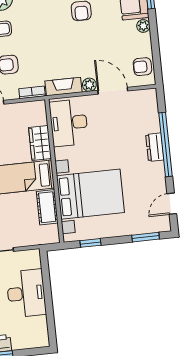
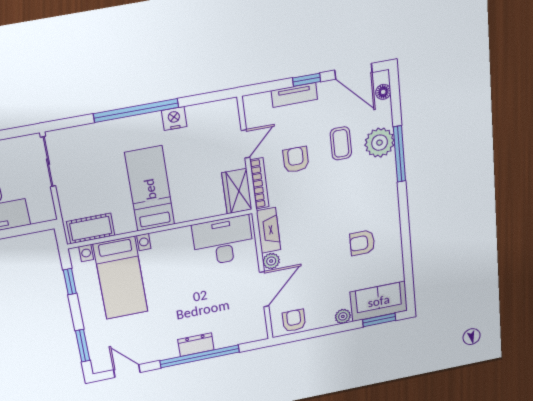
bookcase: (32, 92) -> (259, 183), width x1.56
wardrobe: (40, 143) -> (237, 191), moved, turned -90
bed with nightstands: (90, 194) -> (121, 278), width x0.73
cot: (47, 207) -> (91, 228), moved

